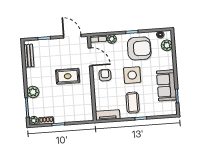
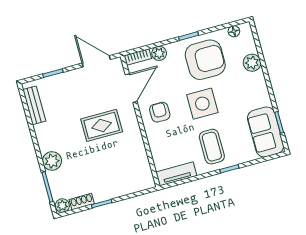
plant: (167, 45) -> (252, 63), moved
door: (90, 57) -> (131, 88), hinge flipped
sofa: (166, 85) -> (265, 132), moved

